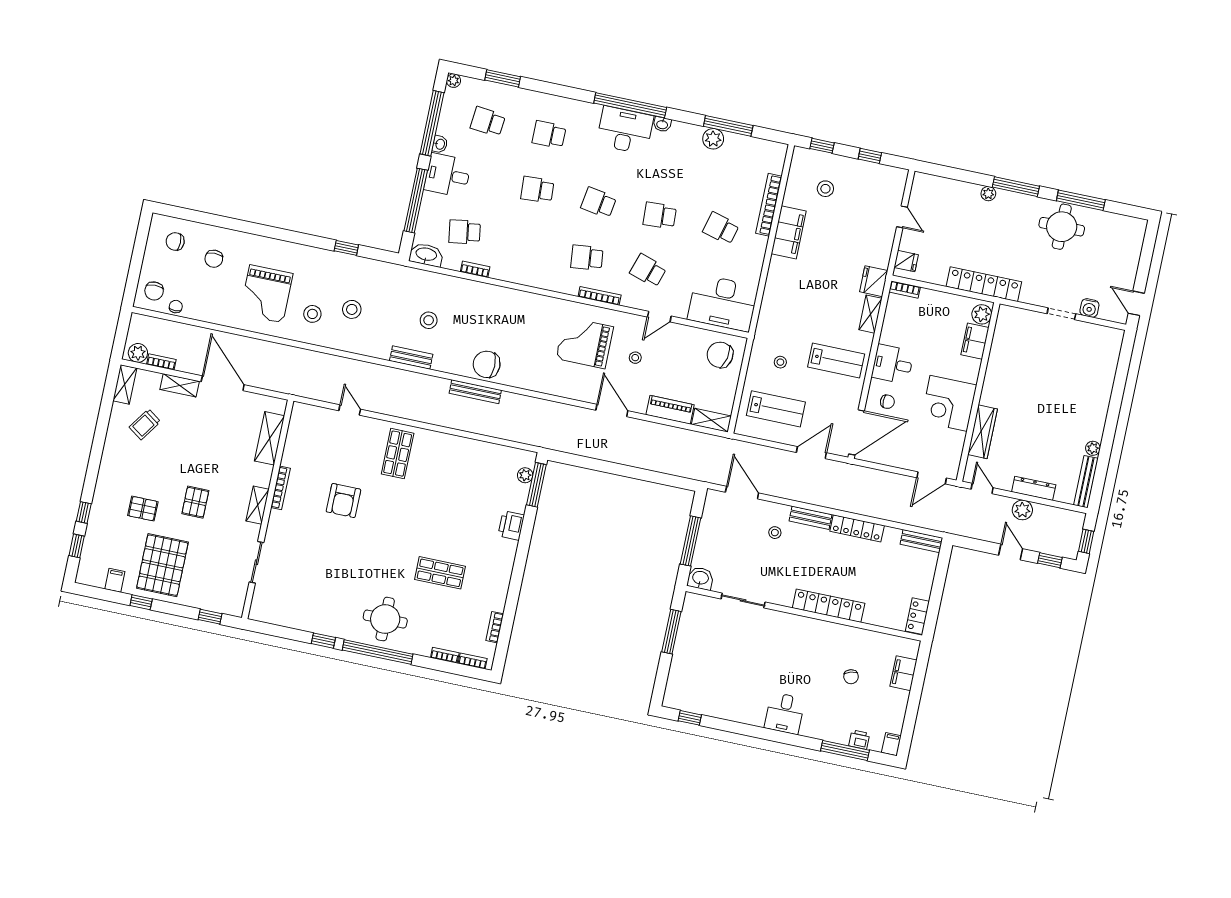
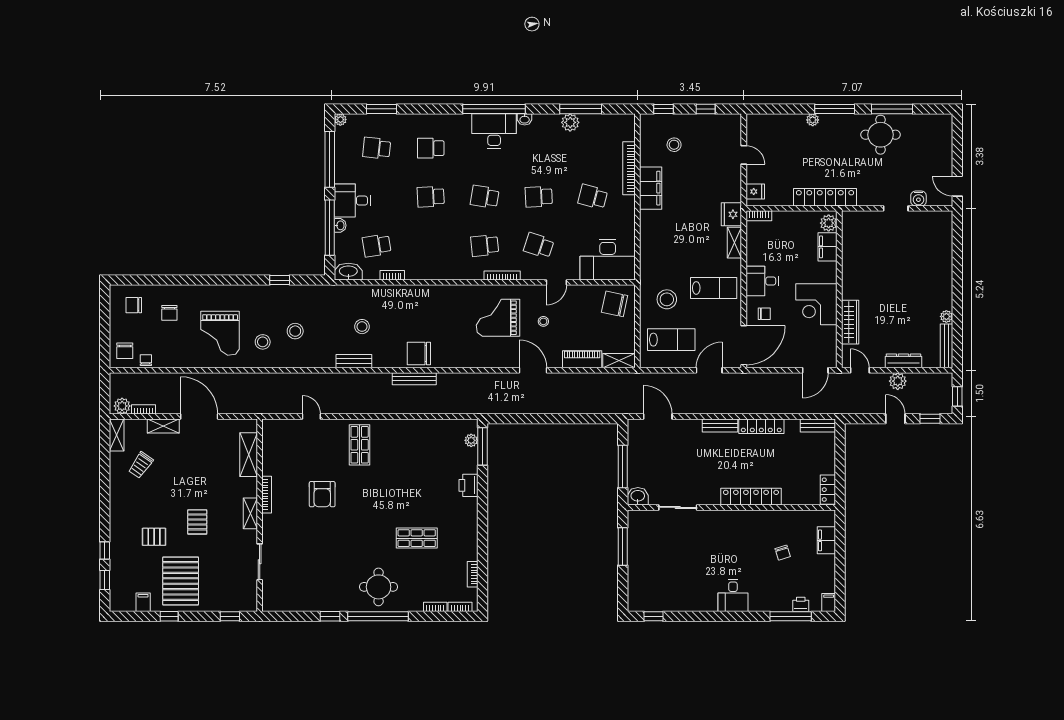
washbasin: (440, 144) -> (340, 225), moved
stool: (780, 362) -> (667, 299), width x1.89, depth x1.89
stool: (775, 533) -> (693, 444), removed

